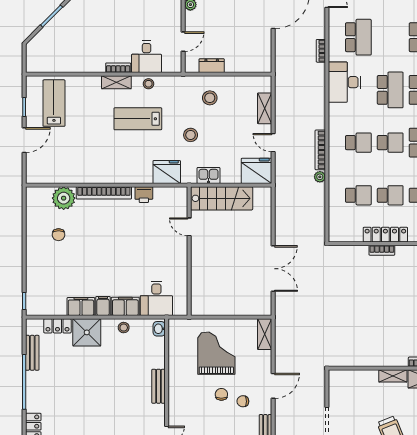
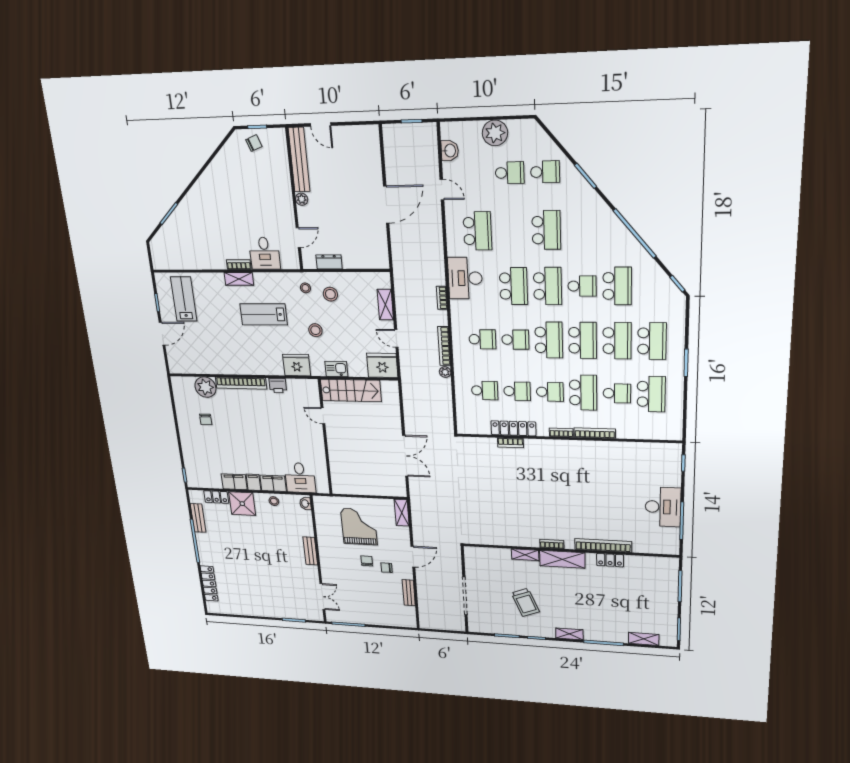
bookcase: (321, 51) -> (442, 298), moved
stool: (148, 84) -> (305, 288), moved

